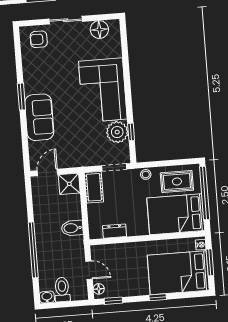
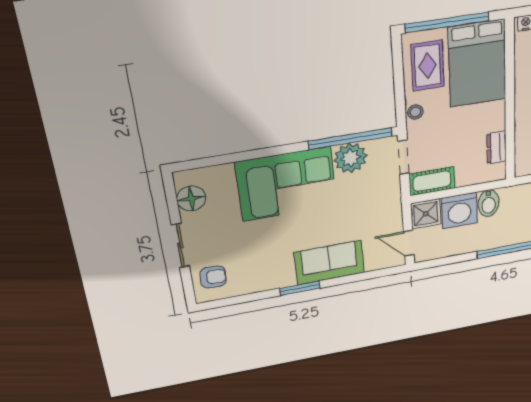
armchair: (39, 39) -> (213, 277), turned -87
window: (131, 132) -> (350, 139), width x3.17
washing machine: (69, 207) -> (459, 211), added

